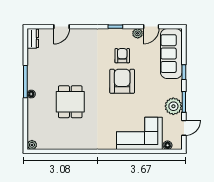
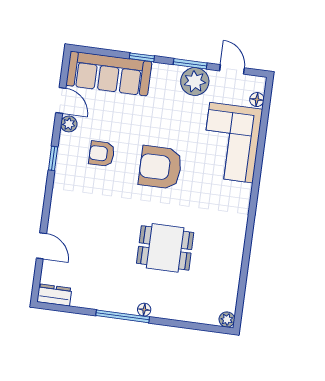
armchair: (122, 81) -> (160, 167), moved

